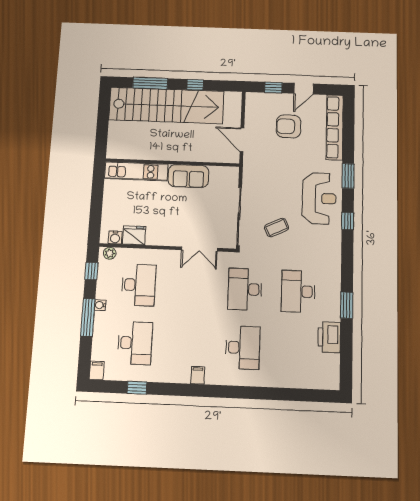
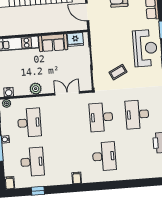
fridge: (134, 235) -> (75, 39), moved, turned 180
plant: (155, 237) -> (36, 89), added
double door: (199, 249) -> (67, 93), swing flipped

